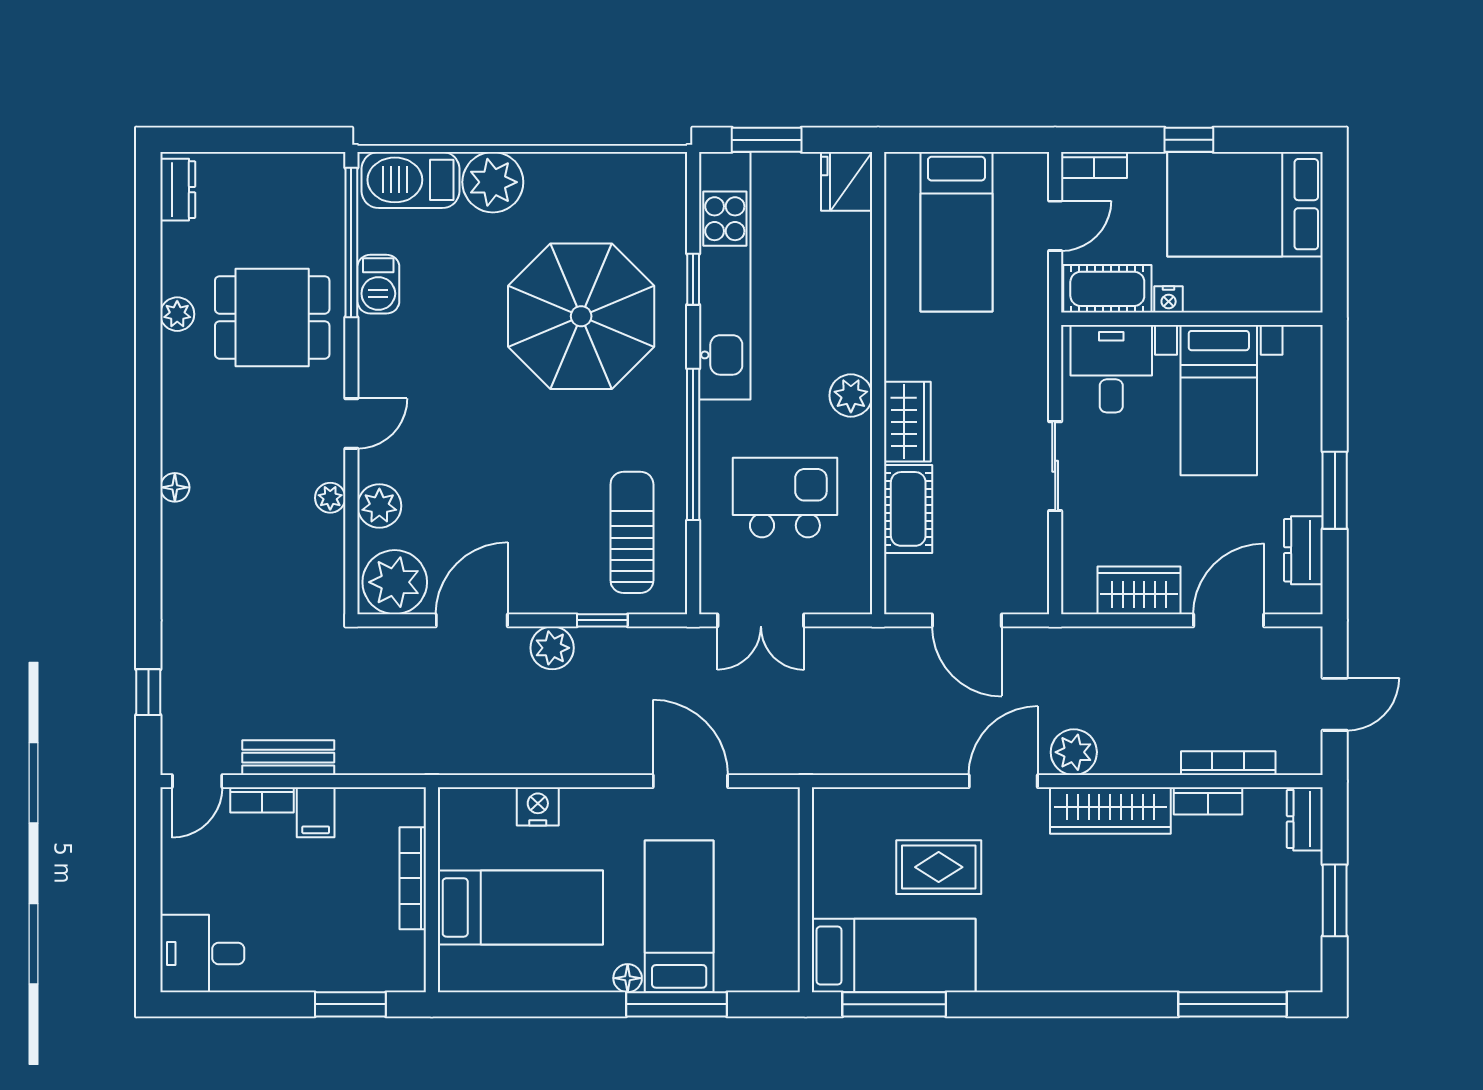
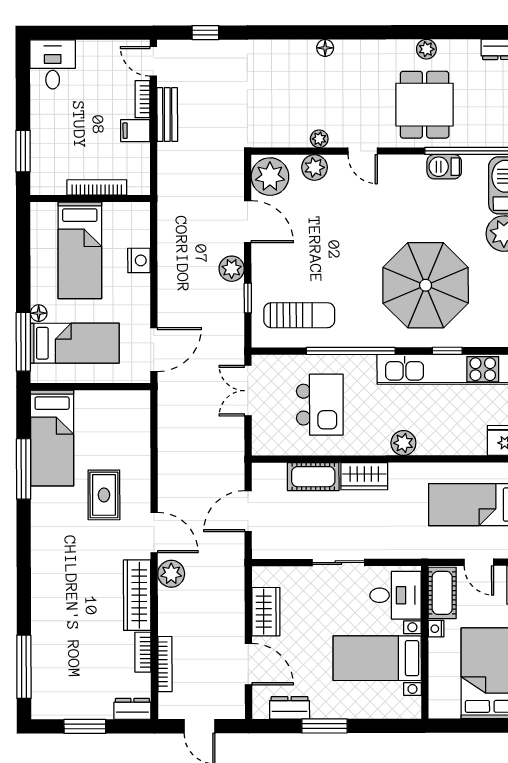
plant: (851, 396) -> (403, 443), moved
wall: (806, 890) -> (90, 387), moved
bed: (894, 956) -> (52, 438), moved

